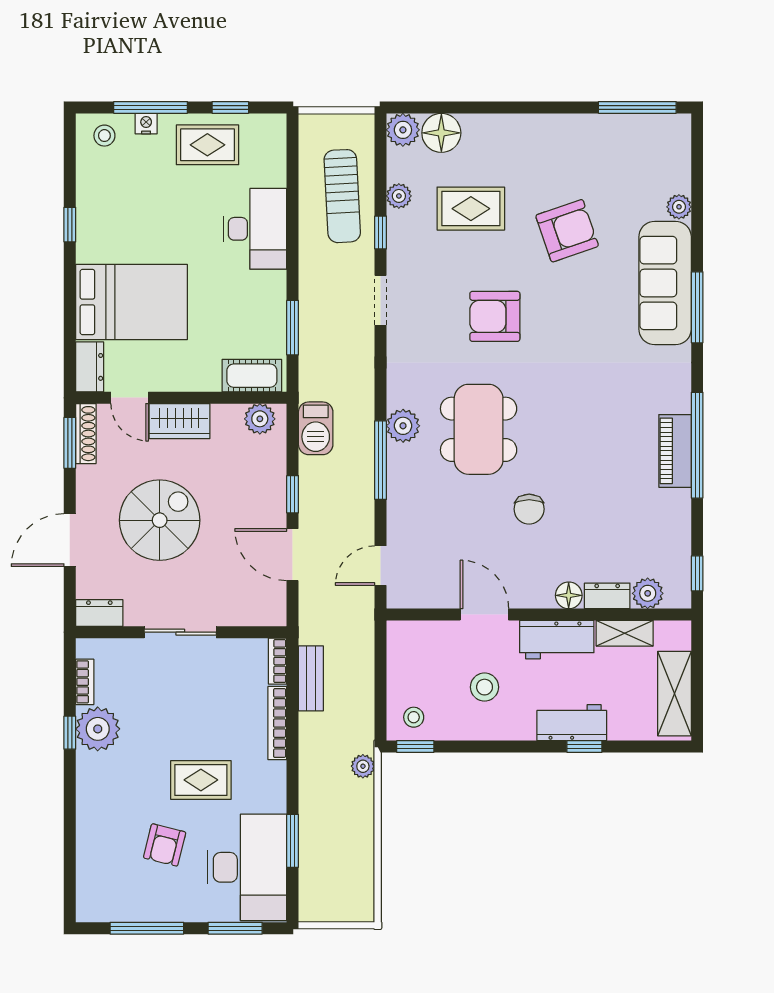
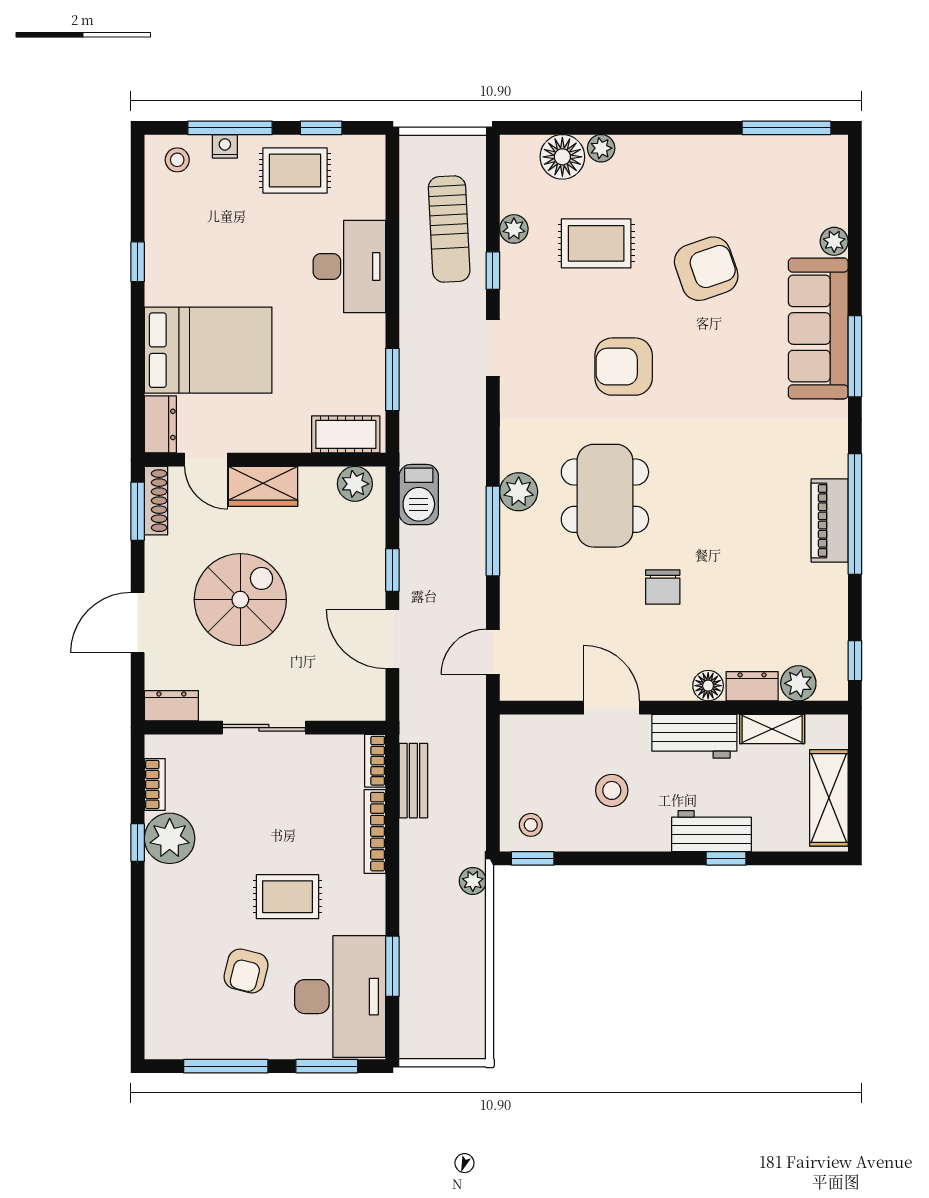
plant: (403, 130) -> (601, 148), moved, width x0.73, depth x0.73

